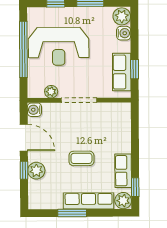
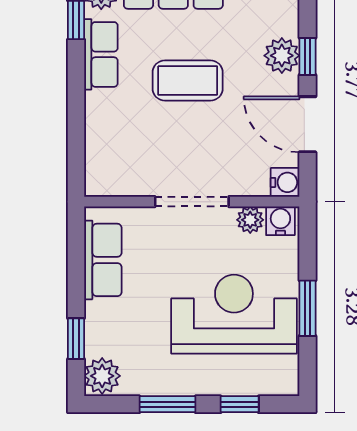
water cooler: (124, 33) -> (280, 221), moved, turned 90
window: (23, 49) -> (308, 308), width x0.47
window: (135, 69) -> (76, 339), moved
coffee table: (81, 158) -> (188, 81), width x1.36, depth x1.30

